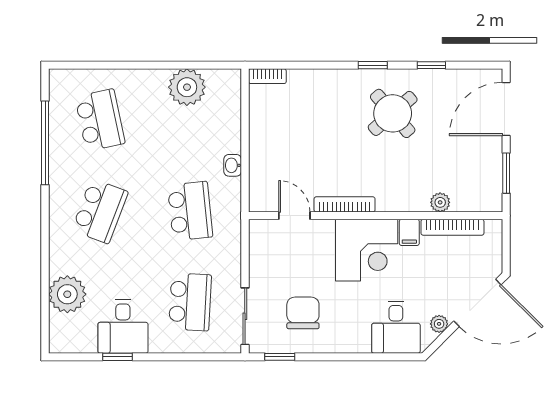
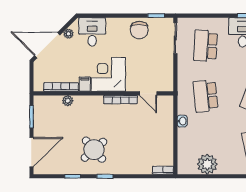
chair: (303, 313) -> (139, 30), moved

